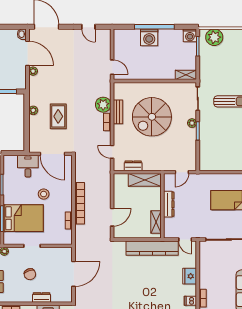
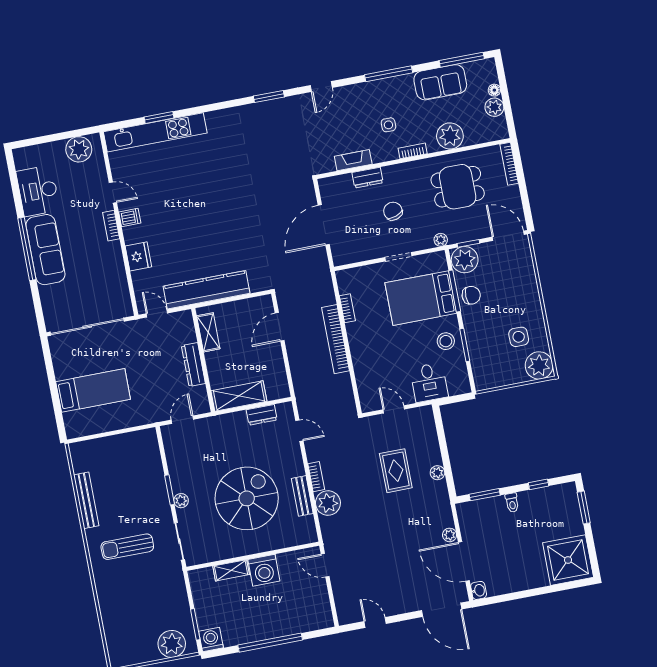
washing machine: (149, 37) -> (264, 570), moved, turned 180
shelving: (186, 75) -> (231, 570), moved
door: (52, 154) -> (394, 409), width x0.53
stool: (44, 194) -> (446, 341), moved

